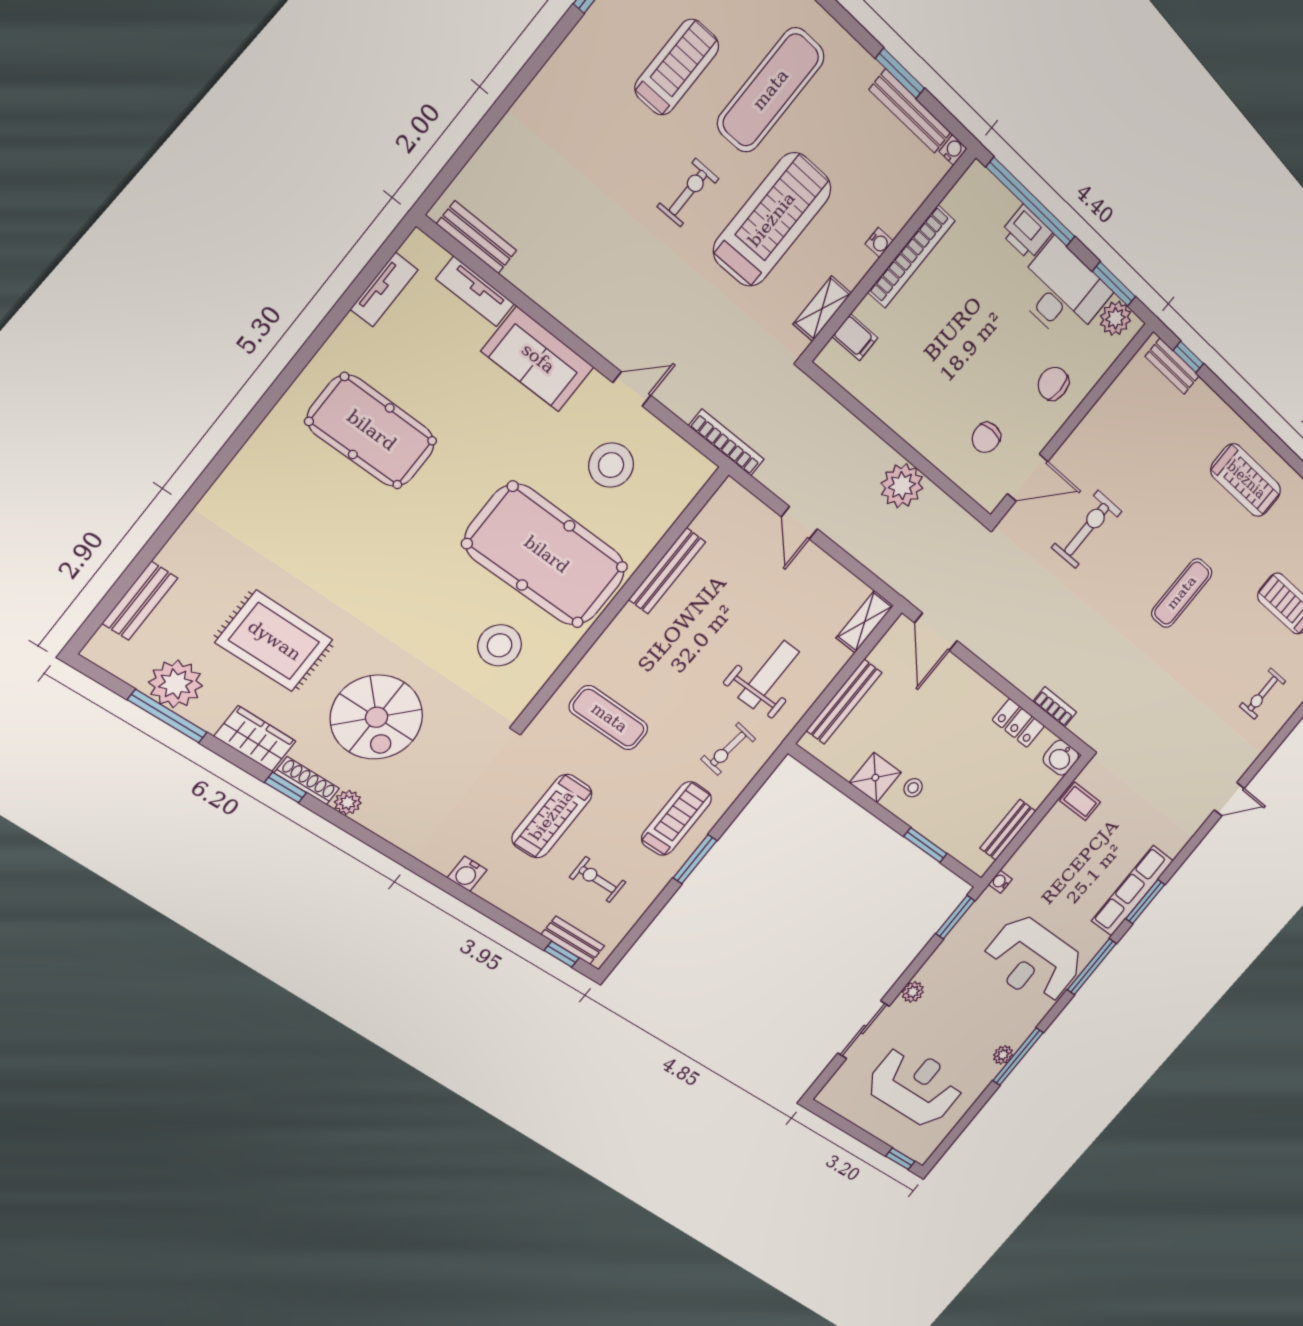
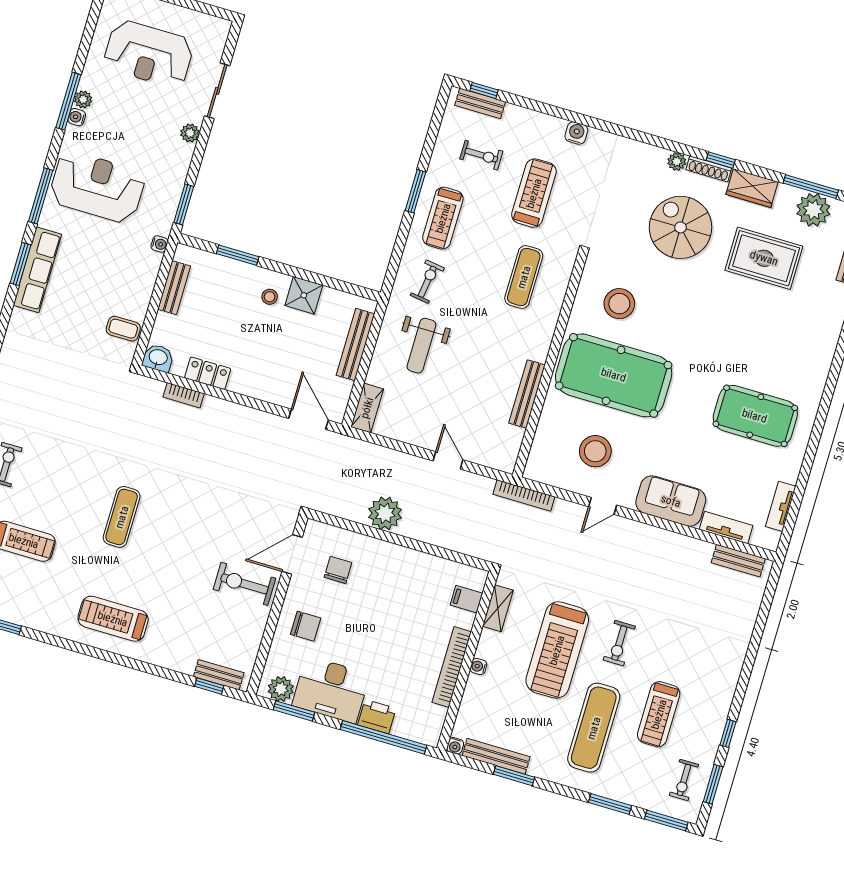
exercise bike: (1087, 529) -> (244, 584), moved, turned 90
exercise mat: (609, 718) -> (524, 277), turned 90
water cooler: (1018, 1038) -> (77, 117), added

